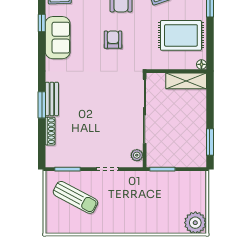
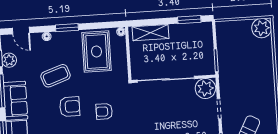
shelving: (186, 81) -> (151, 33), moved, turned 90
plant: (137, 155) -> (205, 88), width x1.87, depth x1.87

